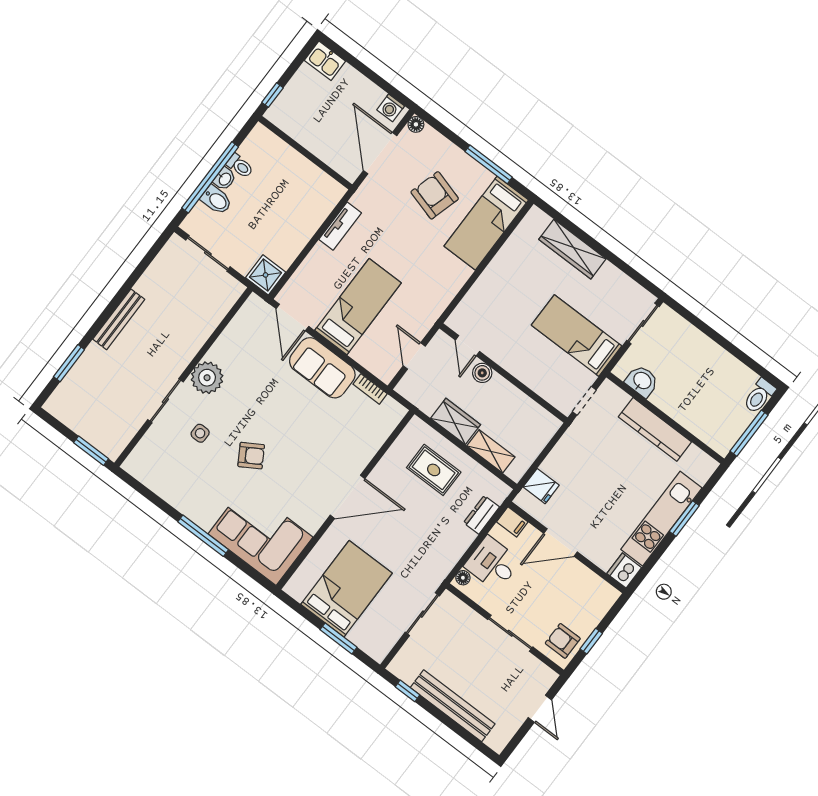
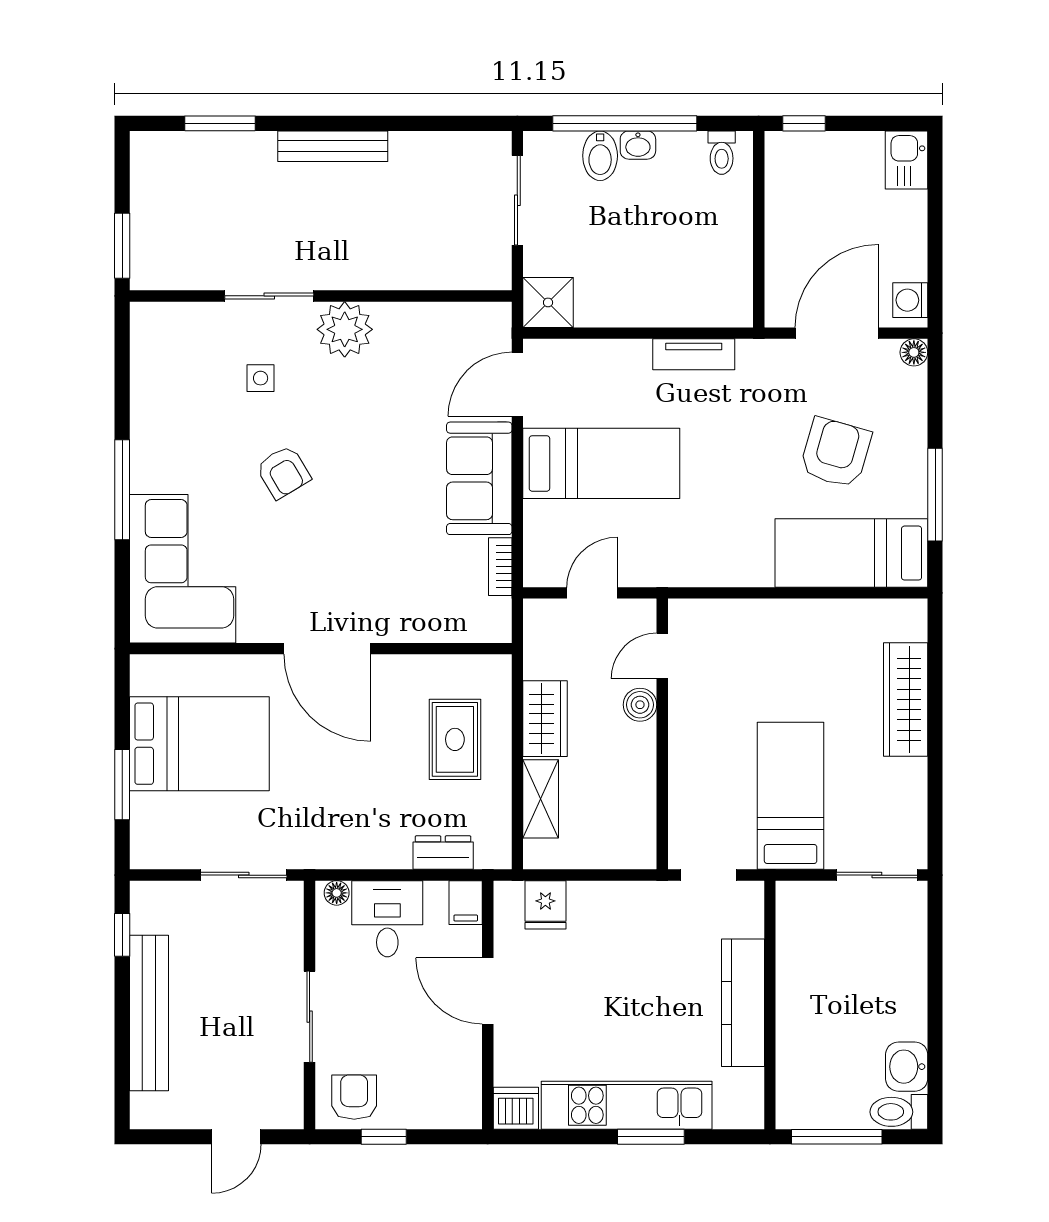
toilet: (240, 166) -> (722, 153), moved
washbasin: (642, 381) -> (907, 1067), moved, turned 180

